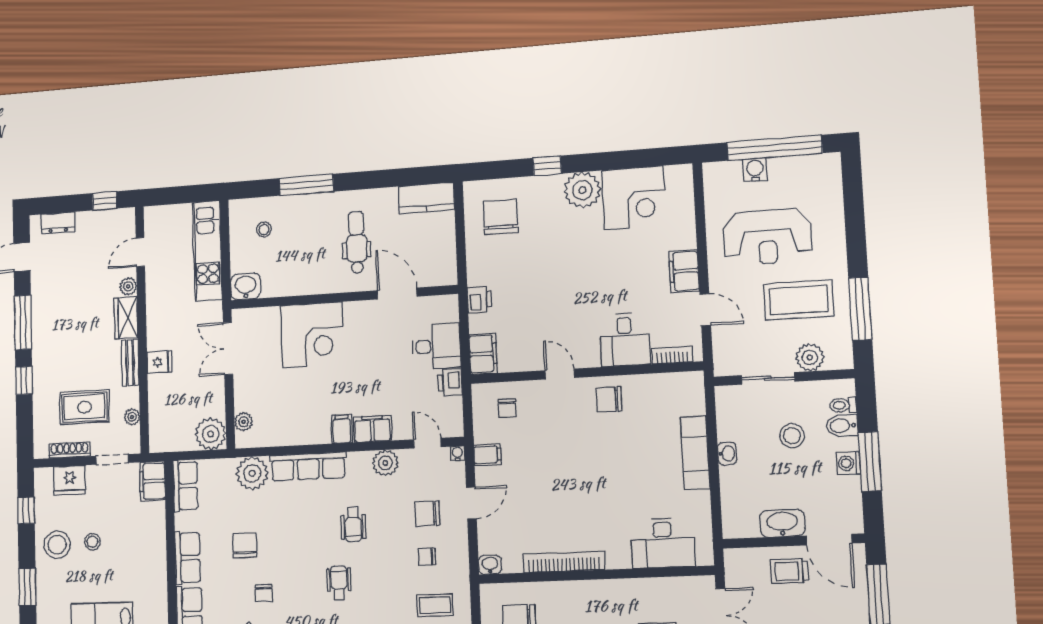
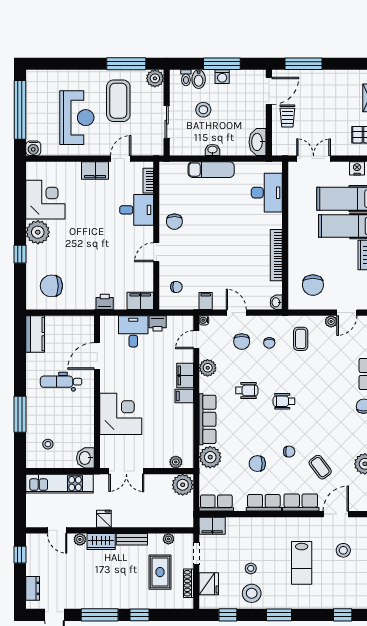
water cooler: (755, 170) -> (33, 148), moved, turned -90
plant: (810, 357) -> (155, 78), moved
fridge: (160, 362) -> (104, 519), moved
washbasin: (782, 523) -> (258, 142), moved

